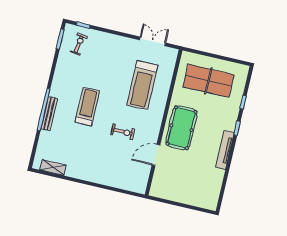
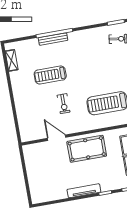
treadmill: (87, 107) -> (50, 75), moved, turned 180

